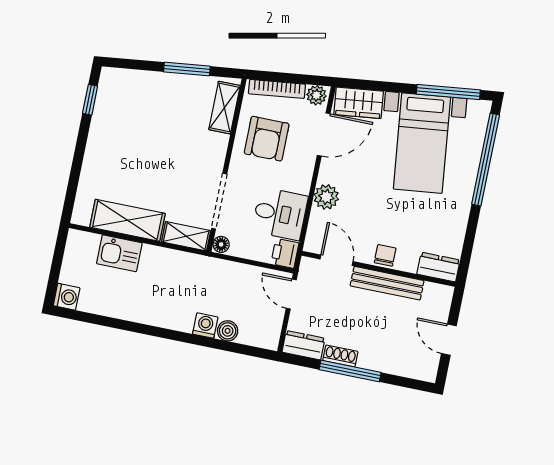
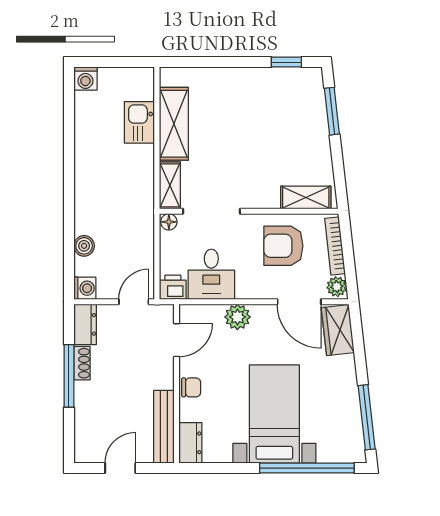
window: (187, 69) -> (332, 111), moved
bed with nightstands: (422, 143) -> (274, 414), moved, turned 96
bench: (387, 283) -> (164, 427), moved
washing machine: (205, 326) -> (85, 288), moved

